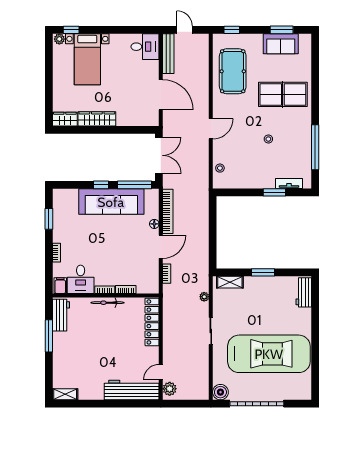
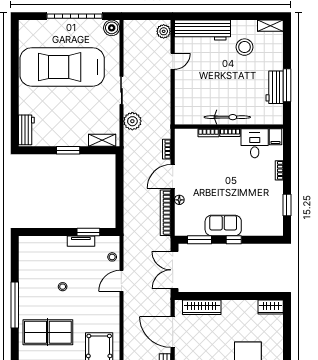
wardrobe: (97, 119) -> (202, 307), moved
door: (211, 129) -> (121, 281), moved
window: (315, 147) -> (15, 305), moved
tv unit: (289, 184) -> (81, 241), moved
window: (135, 185) -> (199, 240), width x0.69
window: (274, 192) -> (88, 232), moved
sofa: (111, 202) -> (223, 225), width x0.54, depth x0.79
plant: (204, 297) -> (132, 121), width x1.88, depth x1.88
bicycle: (107, 303) -> (227, 117), width x1.37, depth x1.40
workbench: (61, 315) -> (275, 87), moved
locker: (152, 322) -> (182, 100), removed
door: (161, 372) -> (173, 61), moved
stool: (90, 373) -> (245, 47), added

